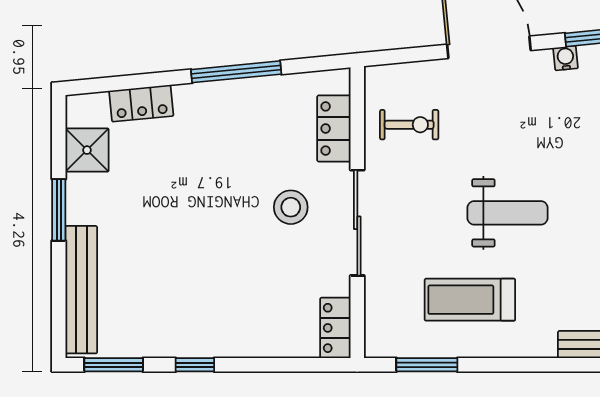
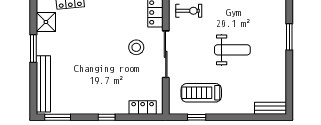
treadmill: (470, 300) -> (201, 93), moved
locker: (335, 328) -> (143, 108), moved, turned 90
window: (195, 365) -> (107, 117), moved
window: (427, 365) -> (197, 117), width x0.67

